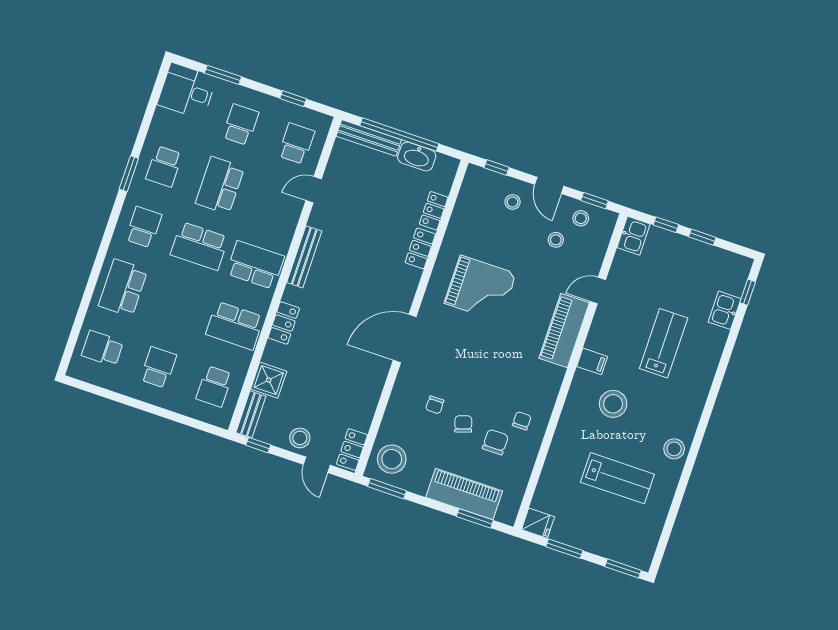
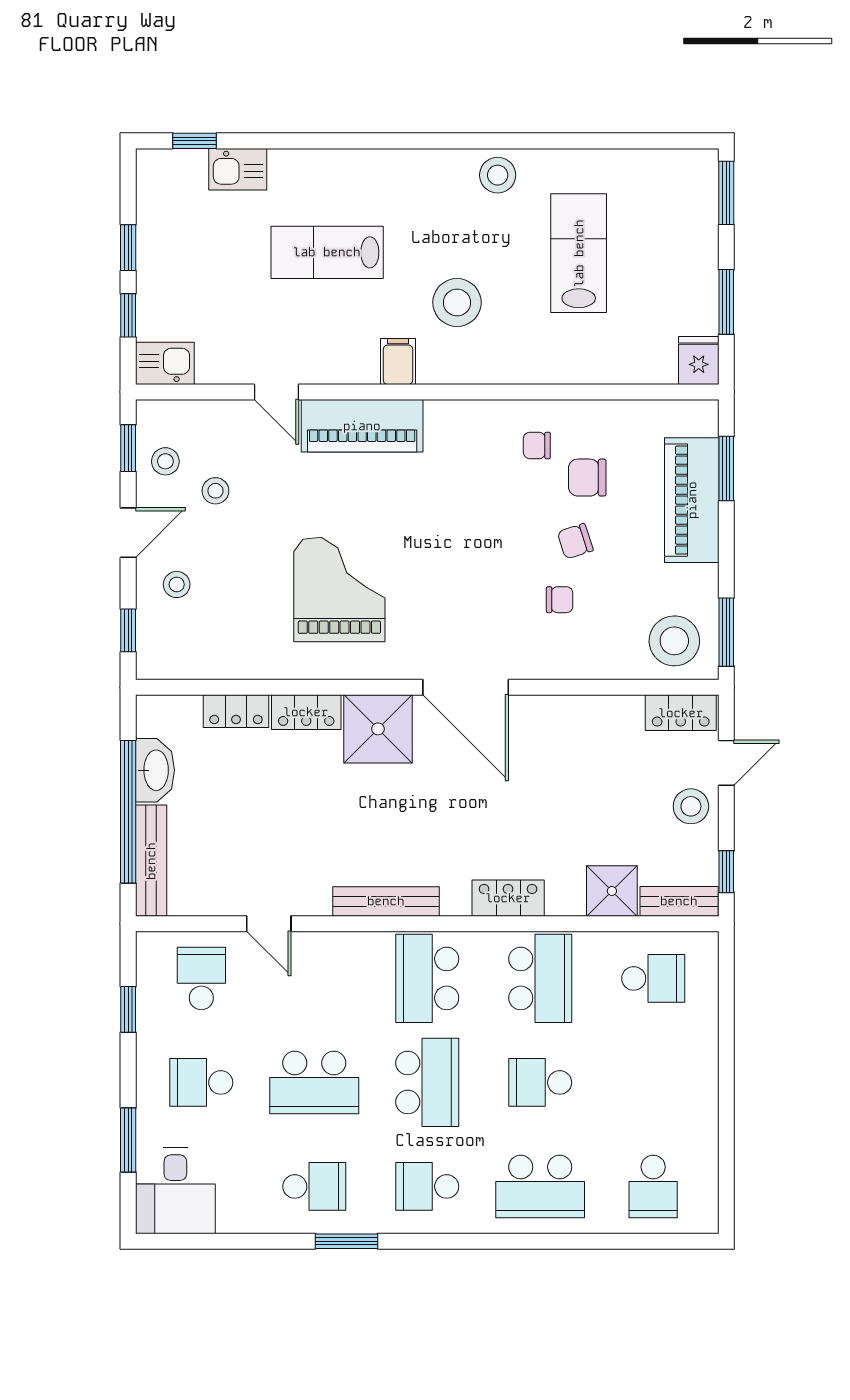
school desk: (296, 144) -> (201, 978), turned 90
shower: (398, 284) -> (378, 729), added
school desk: (158, 367) -> (540, 1082), moved

